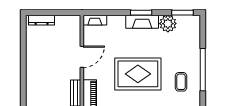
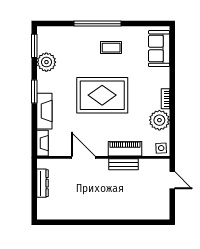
dresser: (42, 20) -> (43, 183), moved
fireplace: (142, 22) -> (44, 111), moved
rug: (138, 74) -> (102, 95), turned 90

